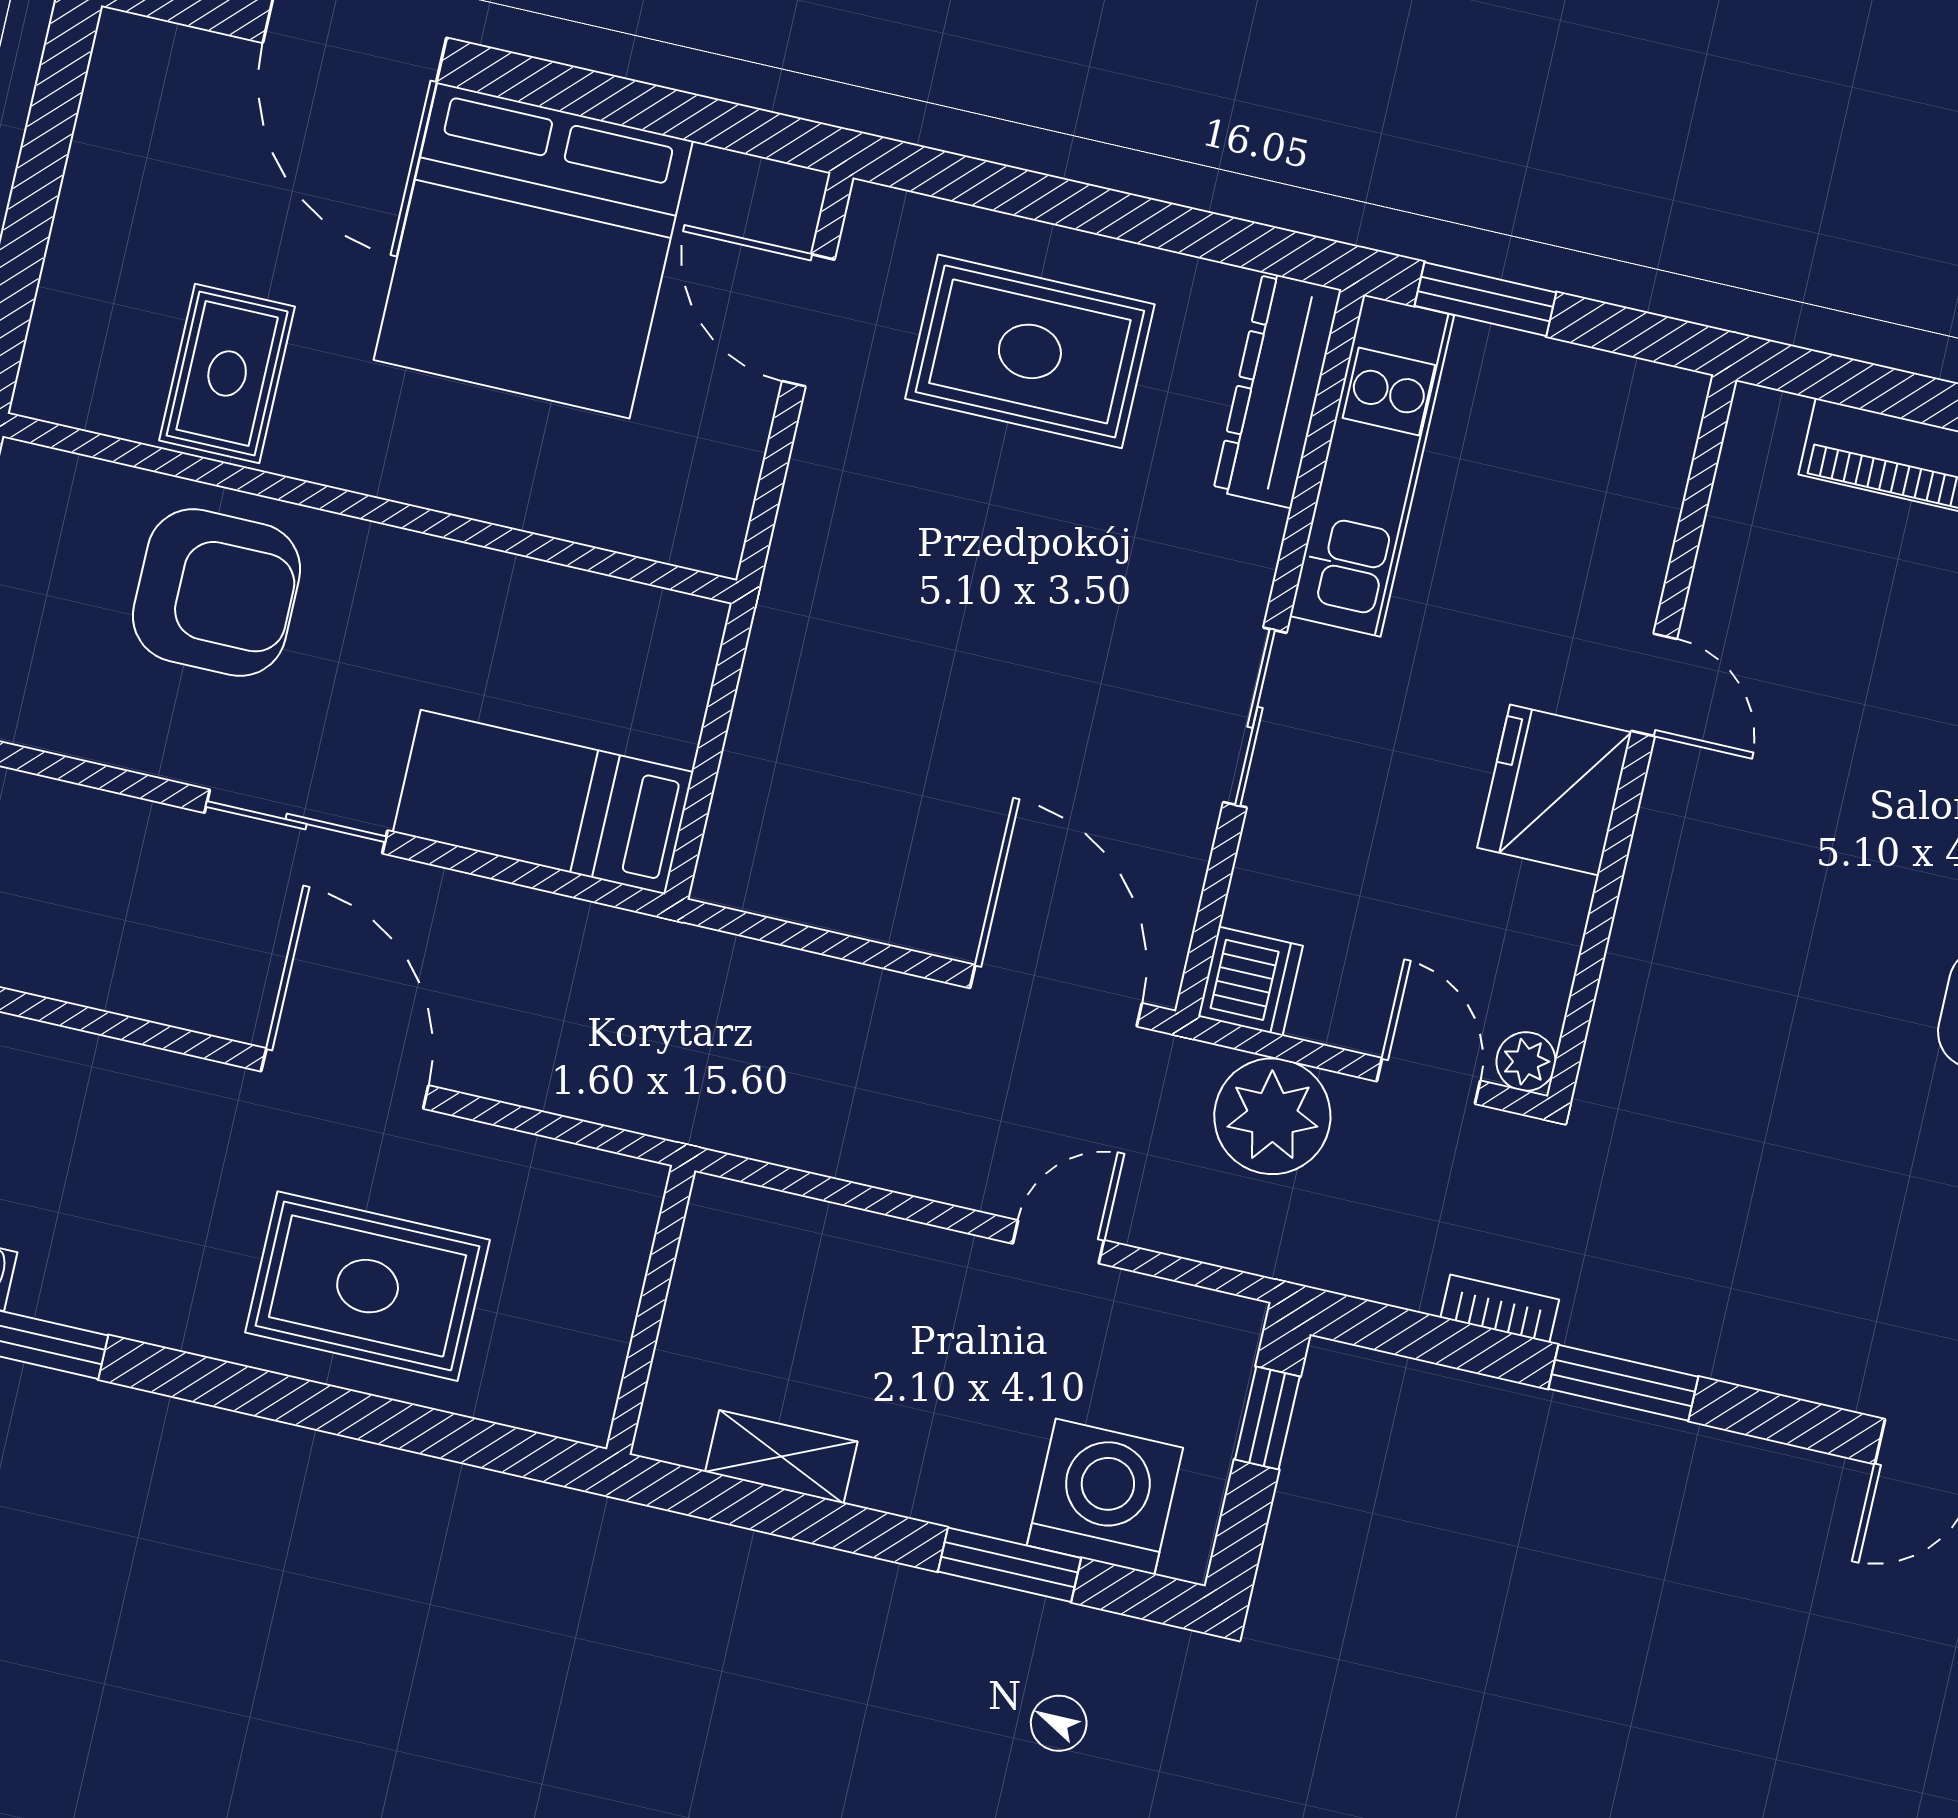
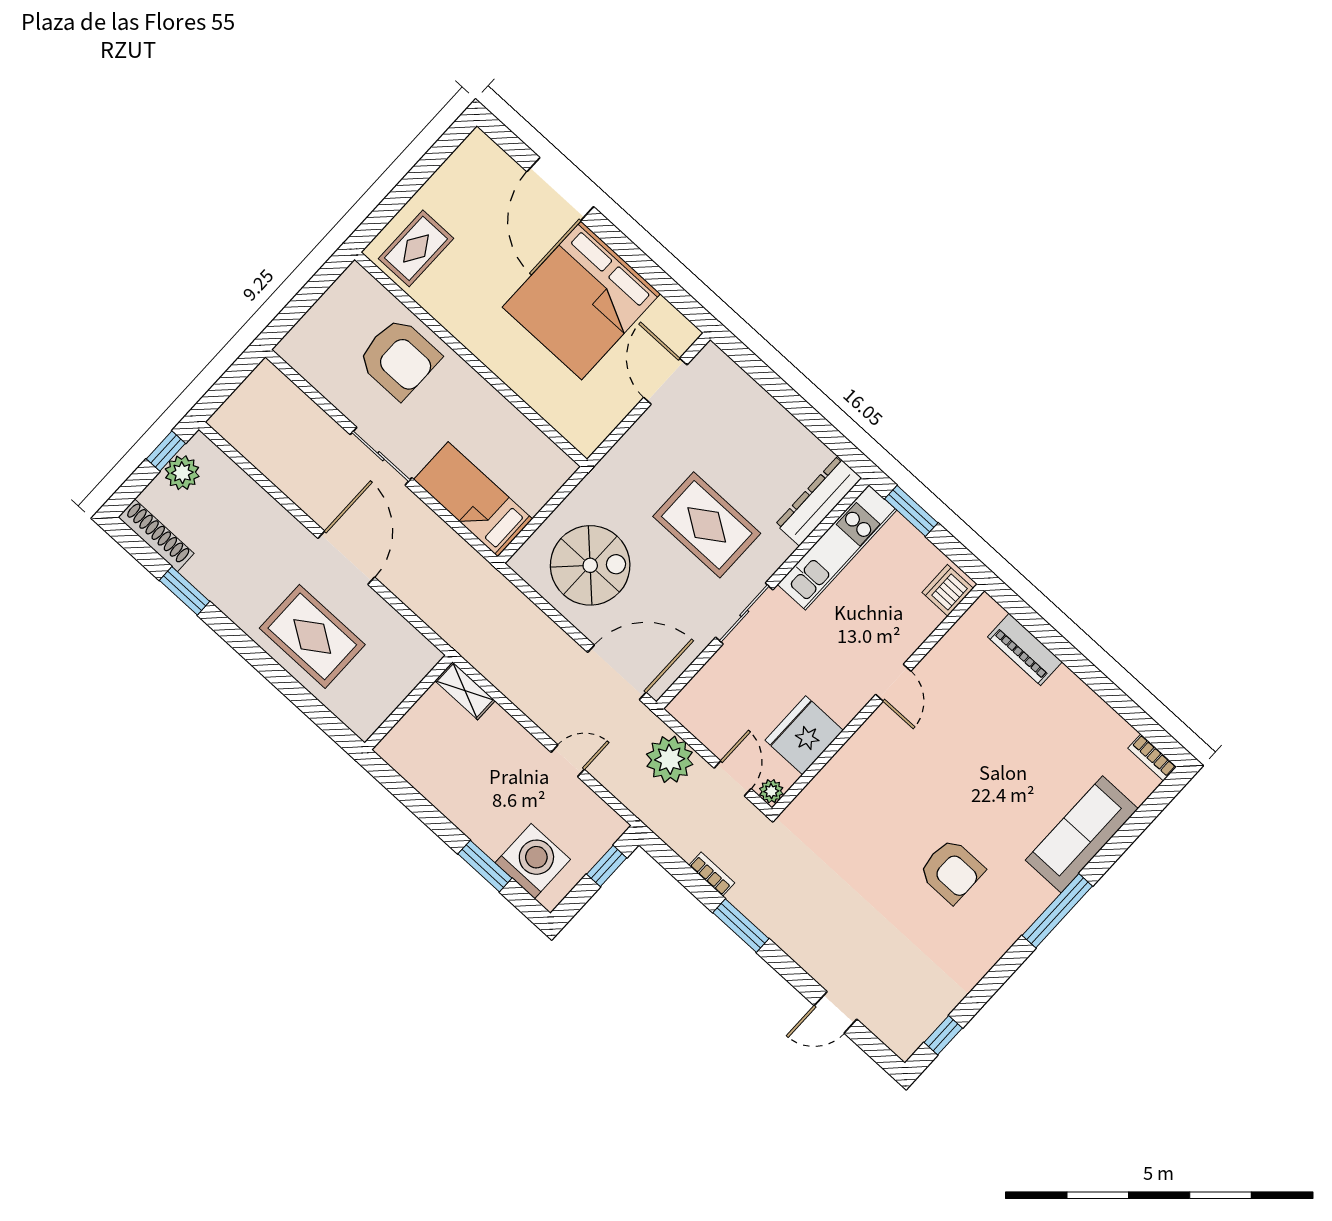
rug: (1030, 351) -> (707, 525), moved
rug: (227, 373) -> (416, 248), moved
fridge: (1554, 790) -> (804, 735), moved
spiral stairs: (871, 801) -> (590, 565), added
dishwasher: (1250, 981) -> (948, 590), moved, turned 180
door: (1056, 996) -> (617, 672), hinge flipped
shelving: (781, 1457) -> (465, 691), moved

